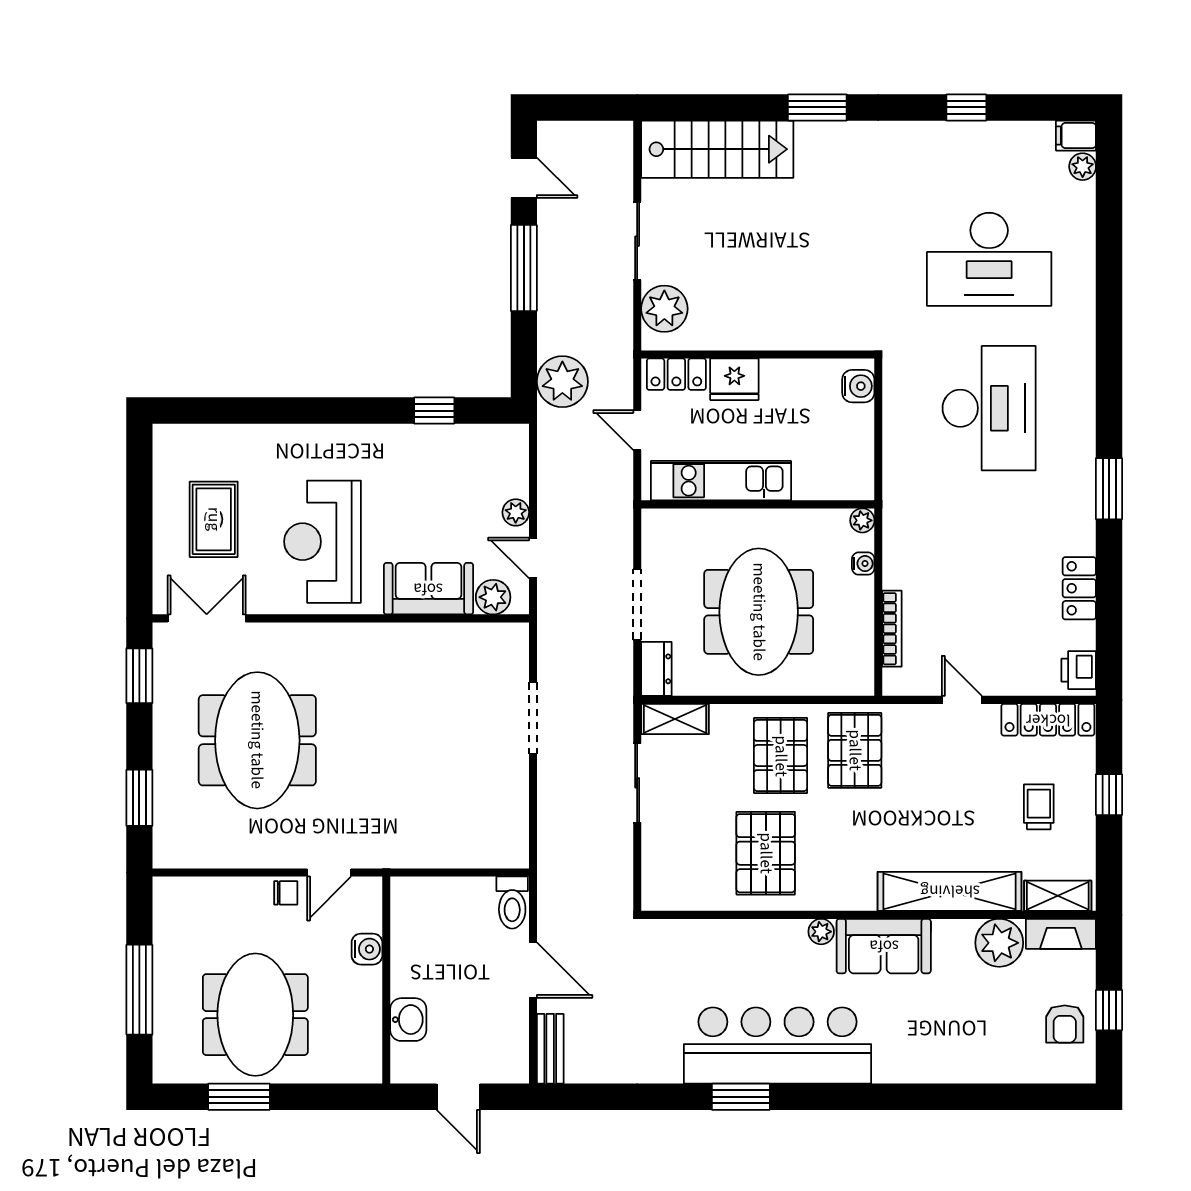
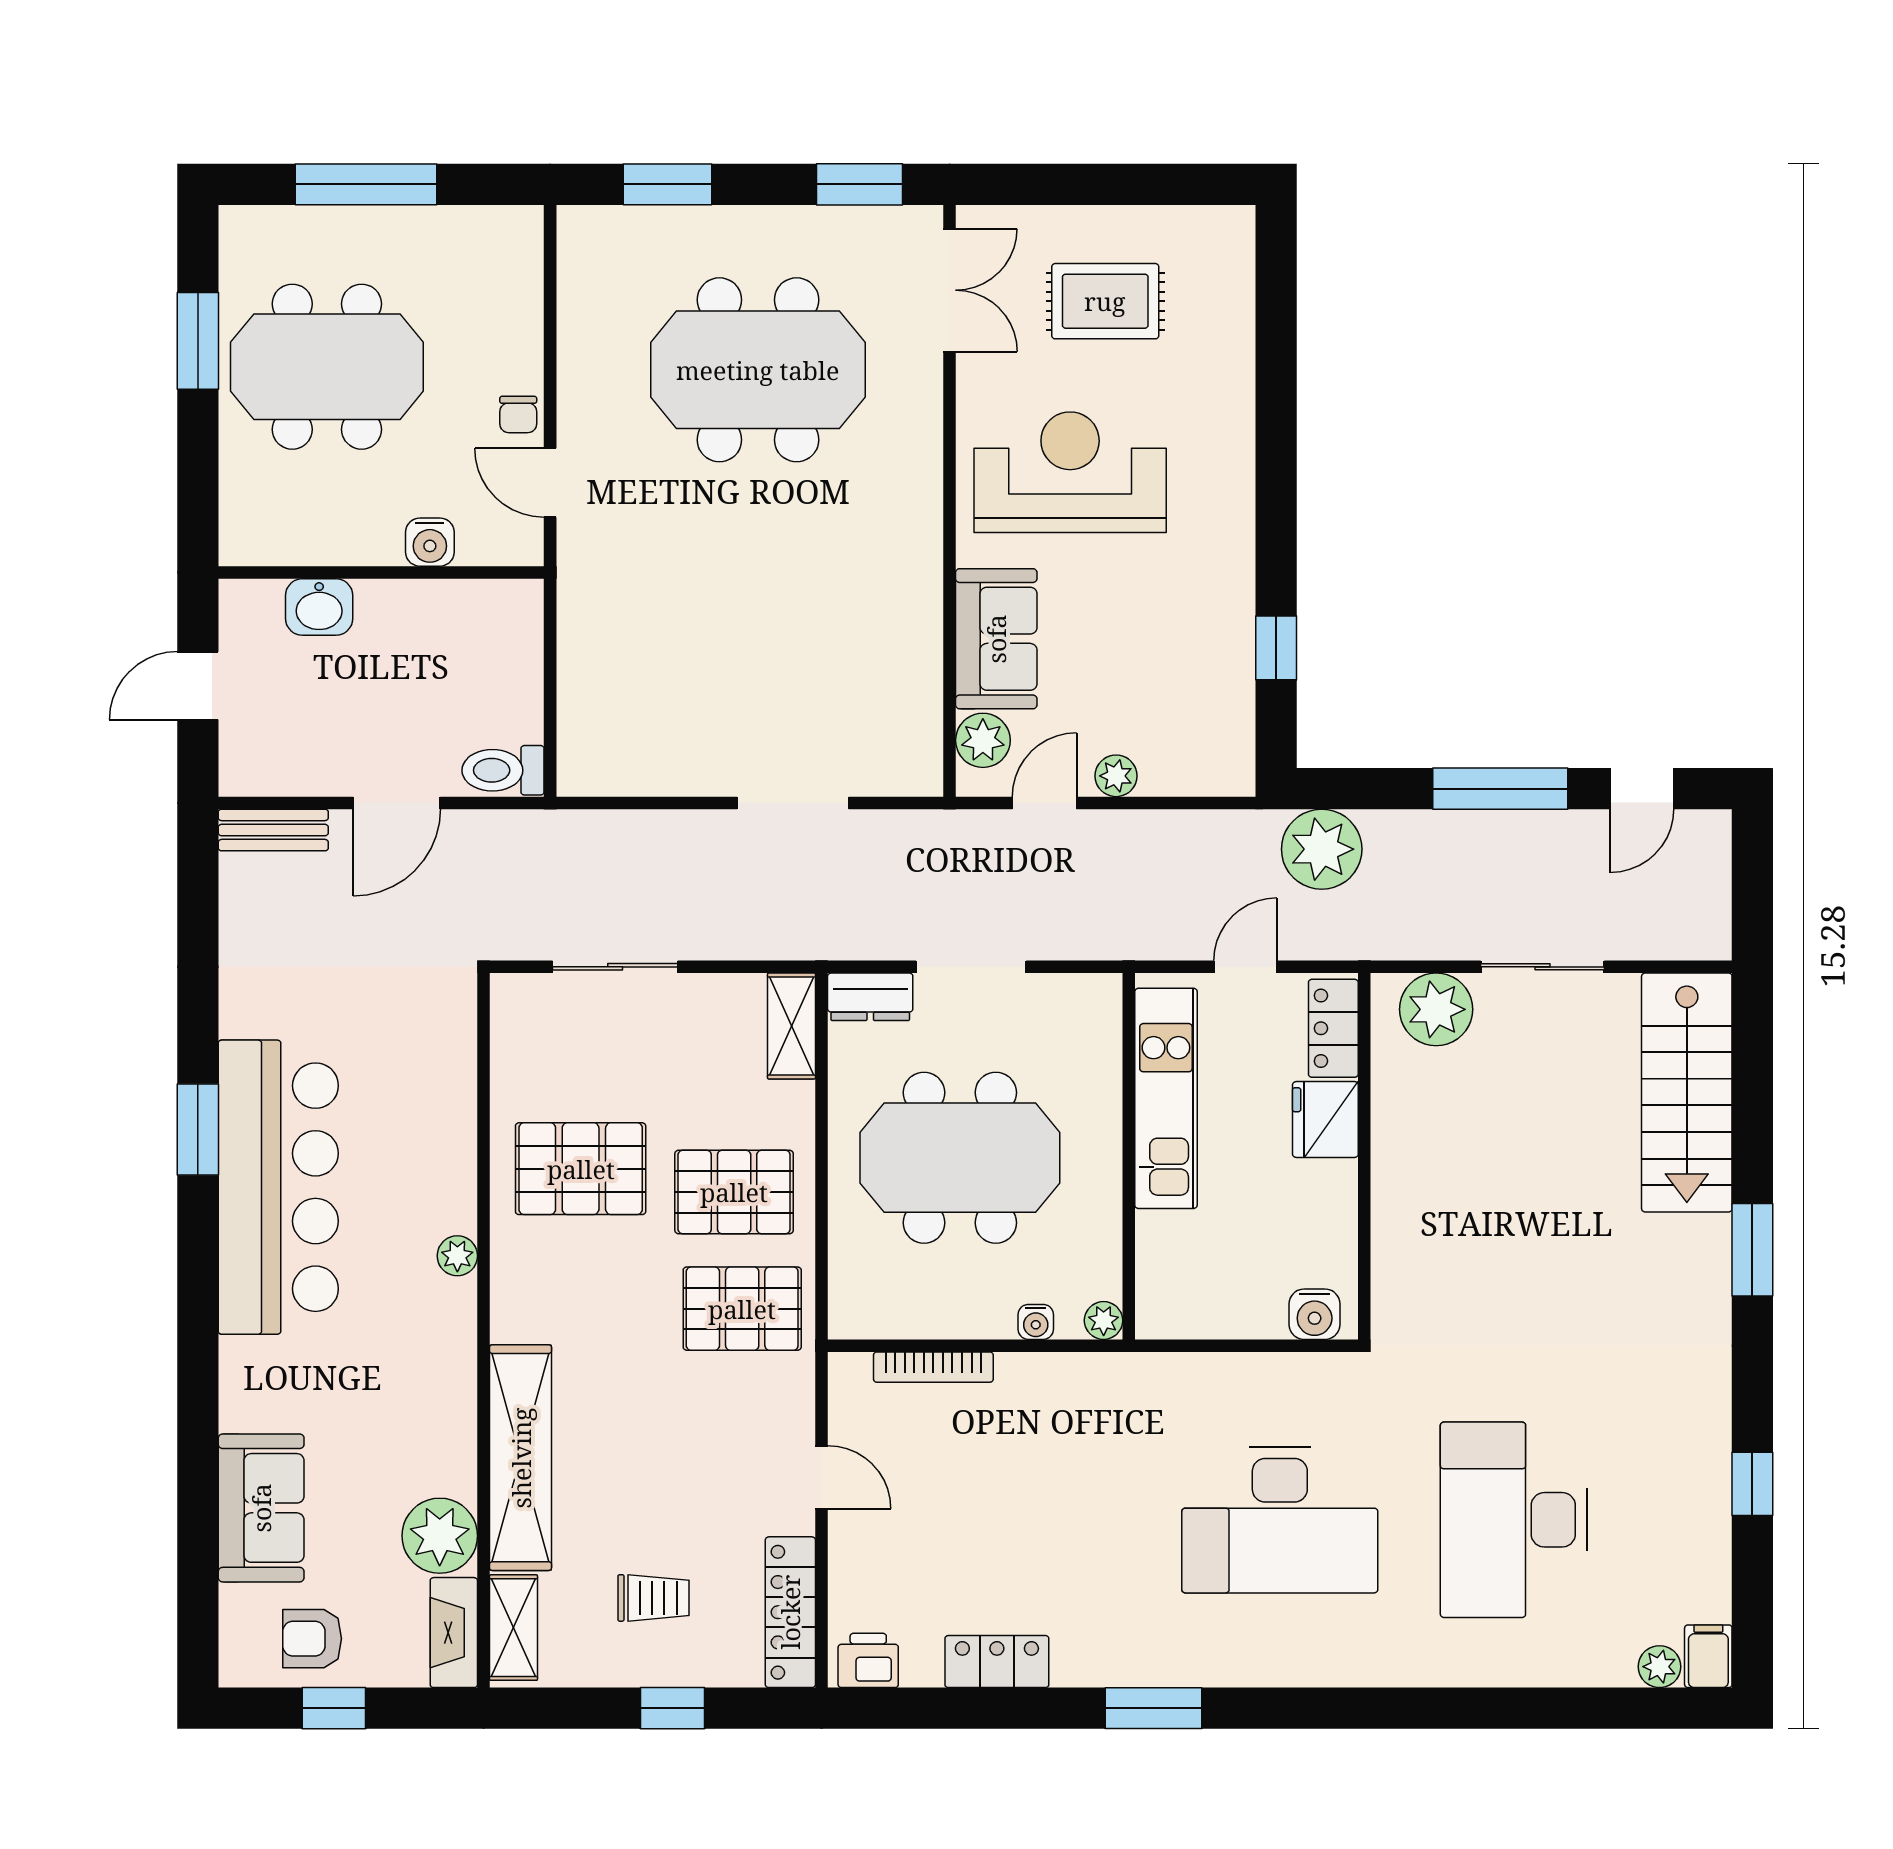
door: (962, 700) -> (822, 1477), hinge flipped
sliding door: (637, 783) -> (615, 967), moved
sofa: (884, 946) -> (261, 1508), moved, turned 180

